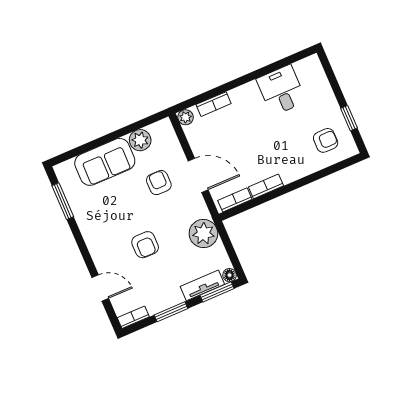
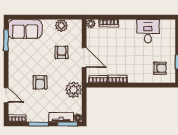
sofa: (105, 162) -> (25, 29), moved

